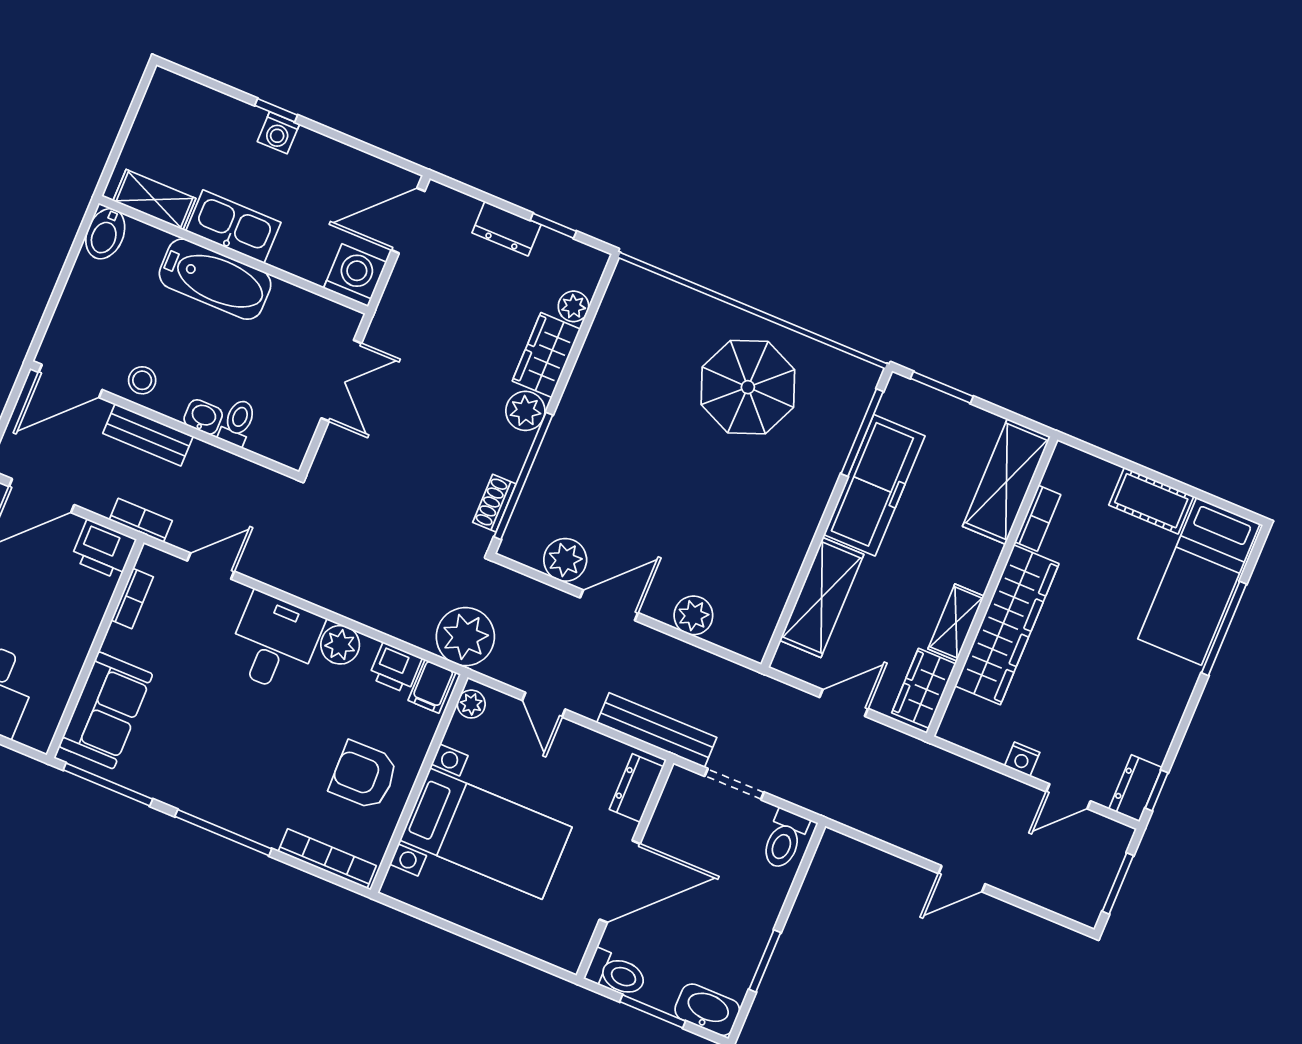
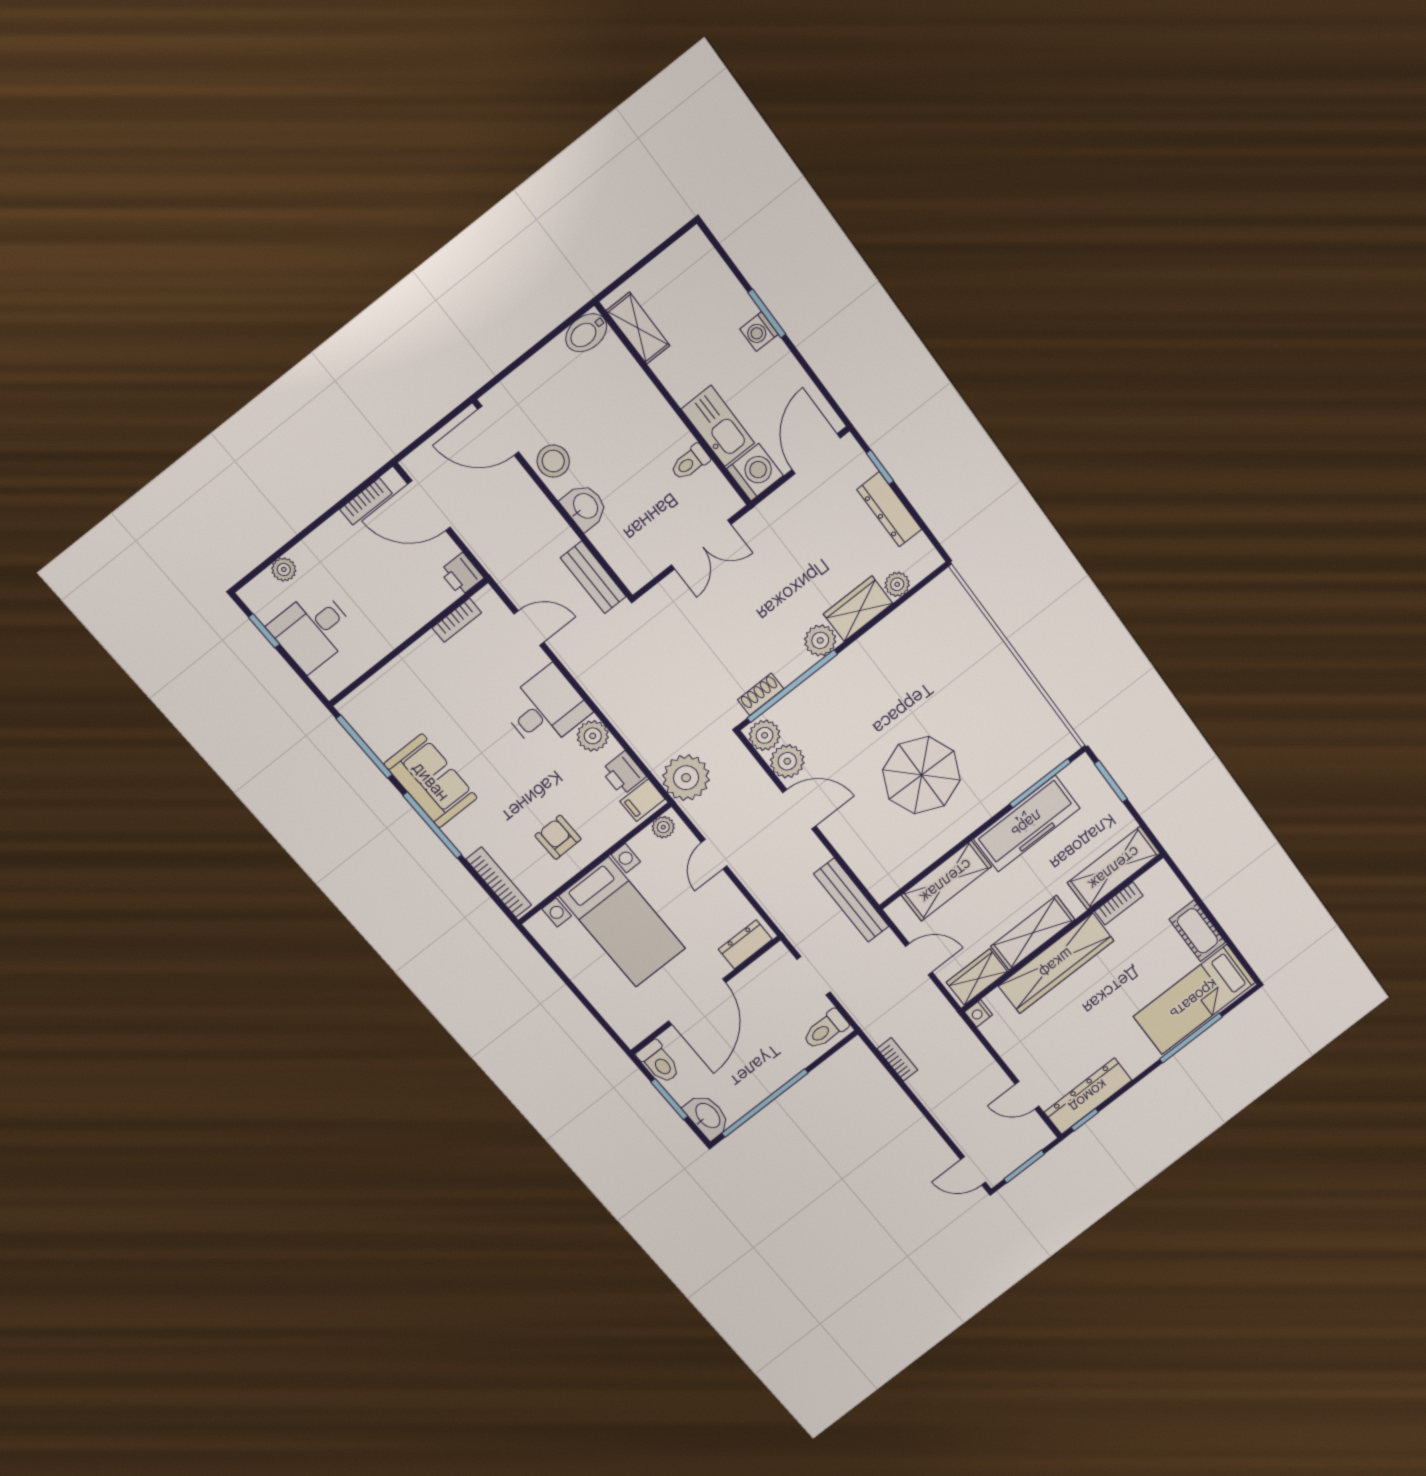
window: (276, 110) -> (767, 313), width x1.50
door: (408, 221) -> (816, 454), hinge flipped
window: (553, 226) -> (880, 467), moved
kitchen sink: (233, 227) -> (718, 426), moved
dresser: (507, 229) -> (889, 509), width x1.44
bathtub: (215, 279) -> (650, 416), removed
stool: (142, 380) -> (553, 461), width x1.37, depth x1.37
parasol: (748, 387) -> (921, 775), moved
washbasin: (203, 417) -> (585, 507), width x1.38, depth x1.45
toilet: (238, 423) -> (690, 462), moved, turned 180
bench: (148, 435) -> (593, 577), moved
bookcase: (141, 520) -> (897, 1059), moved
printer: (103, 549) -> (461, 574), width x0.73, depth x0.81
plant: (693, 615) -> (765, 735), moved
shelving: (956, 622) -> (1033, 933), width x1.50, depth x1.33
sofa: (106, 710) -> (431, 781), moved, turned -90
bench: (657, 730) -> (851, 900), moved
nightstand: (1022, 759) -> (978, 1013), moved
armchair: (364, 775) -> (558, 837), width x0.72, depth x0.72
dresser: (1135, 788) -> (1088, 1096), width x1.96, depth x1.24
door: (962, 879) -> (973, 1171), moved
door: (620, 882) -> (697, 1002), hinge flipped
window: (765, 961) -> (765, 1103), width x2.11

